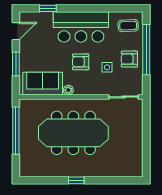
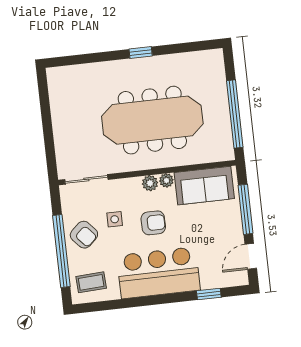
armchair: (129, 59) -> (84, 235), turned 48
window: (16, 64) -> (245, 209), width x1.44
plant: (80, 89) -> (150, 183), added

